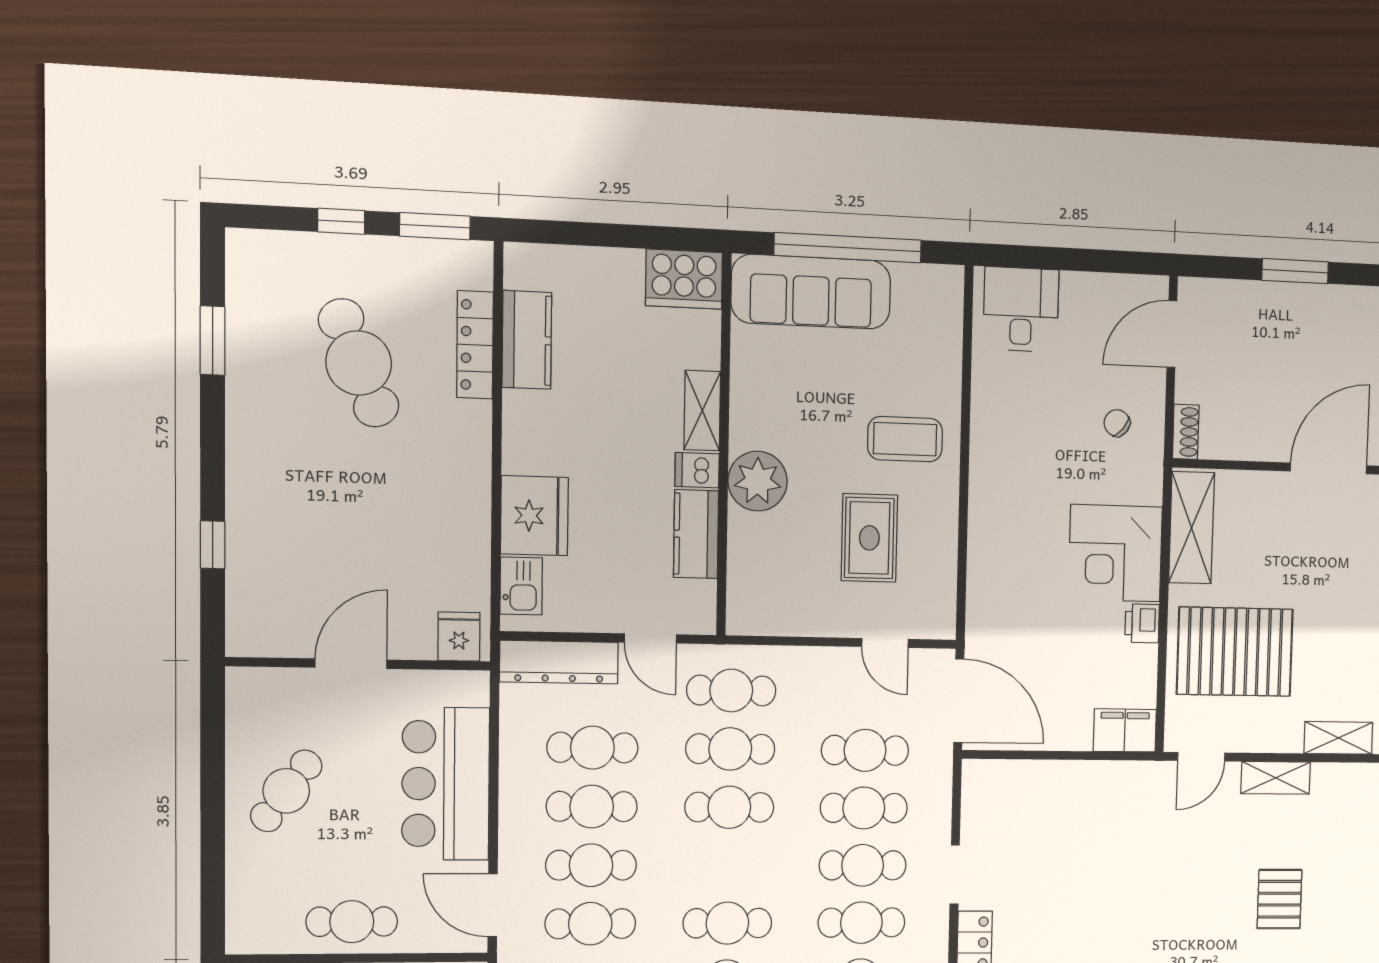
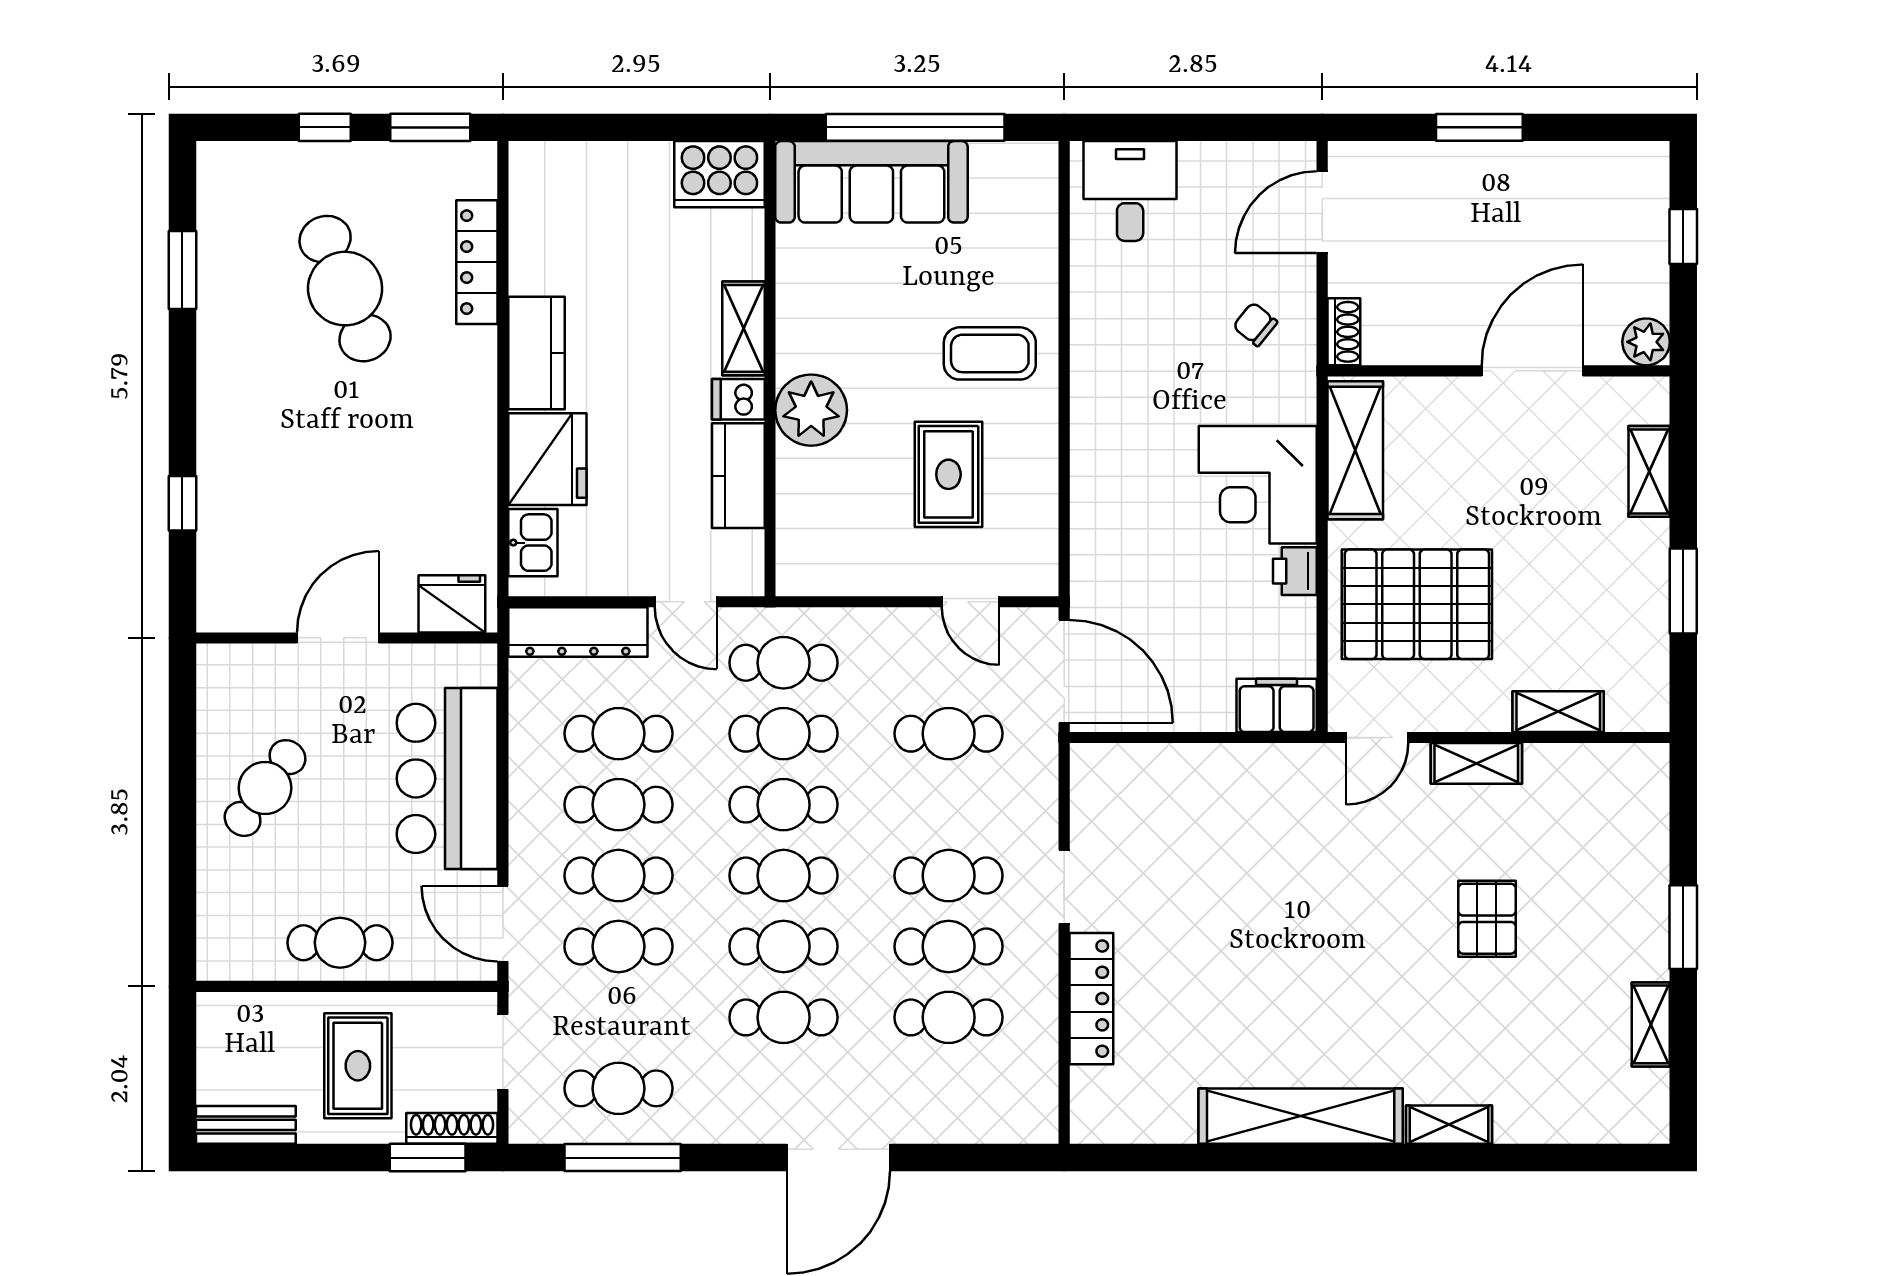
kitchen counter: (527, 340) -> (537, 353), moved
fridge: (459, 637) -> (452, 604), width x1.38
cafe table: (864, 808) -> (784, 876), moved

